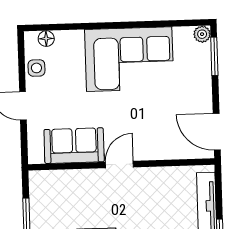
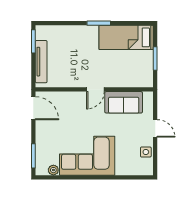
plant: (202, 34) -> (53, 170), moved
floor lamp: (46, 39) -> (139, 170), removed

